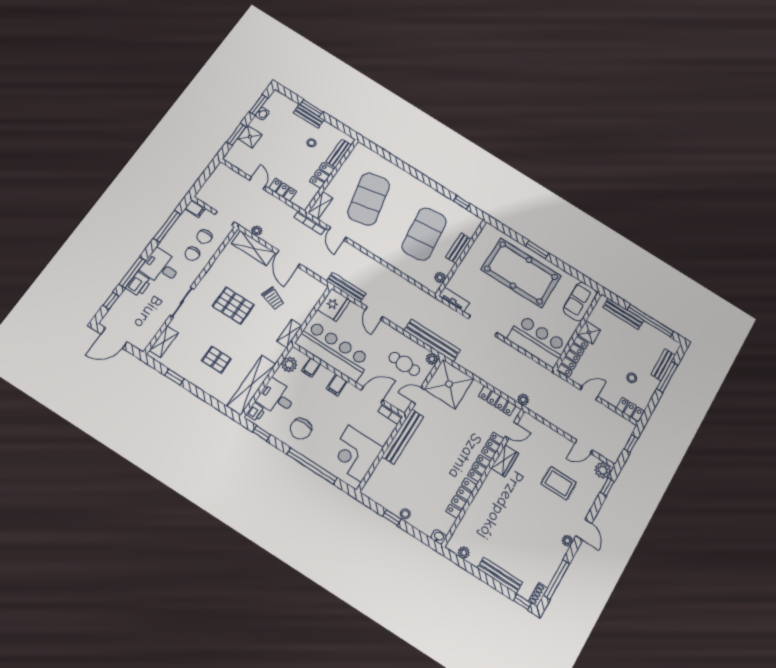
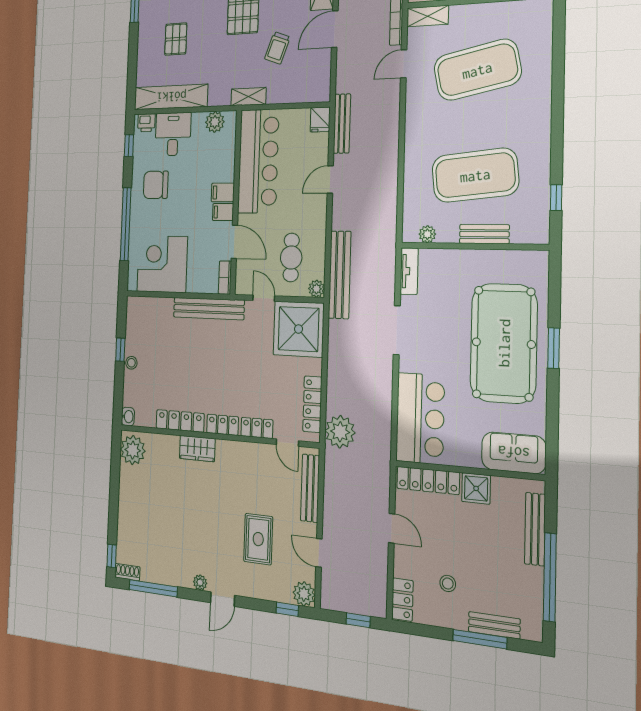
fridge: (334, 305) -> (320, 120), width x0.53, depth x0.75
filing cabinet: (311, 367) -> (223, 212), moved
plant: (523, 400) -> (340, 432), width x1.88, depth x1.88
wardrobe: (505, 461) -> (197, 449), moved
plant: (464, 553) -> (133, 450), width x1.88, depth x1.88
bench: (500, 575) -> (310, 488), moved

